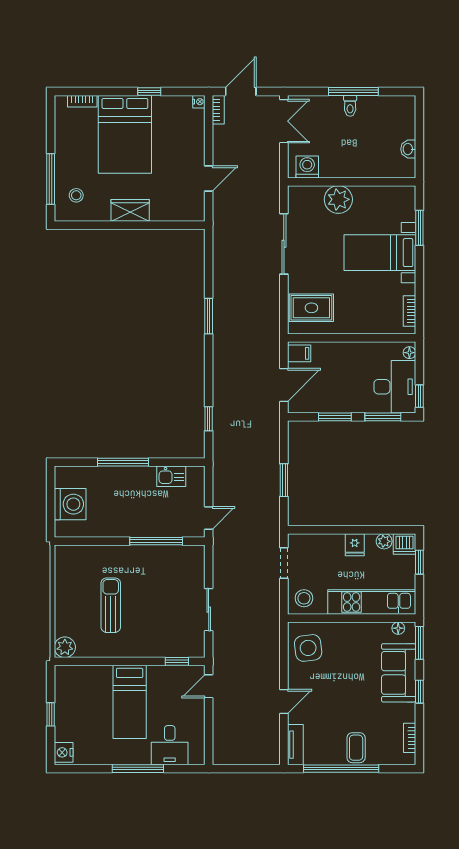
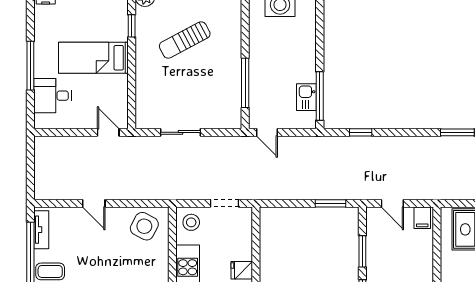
door: (284, 385) -> (392, 203), width x0.73
window: (123, 462) -> (320, 96), moved
window: (284, 480) -> (330, 203), moved
sun lounger: (111, 605) -> (185, 40), turned 152
side table: (308, 648) -> (144, 226), turned 35
window: (177, 661) -> (132, 26), moved
tv unit: (295, 745) -> (41, 230), moved, turned -90

